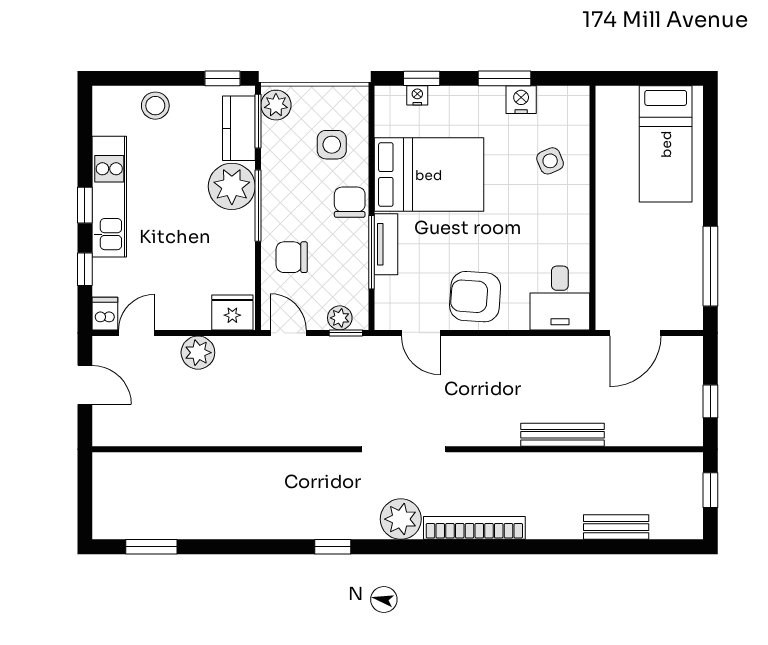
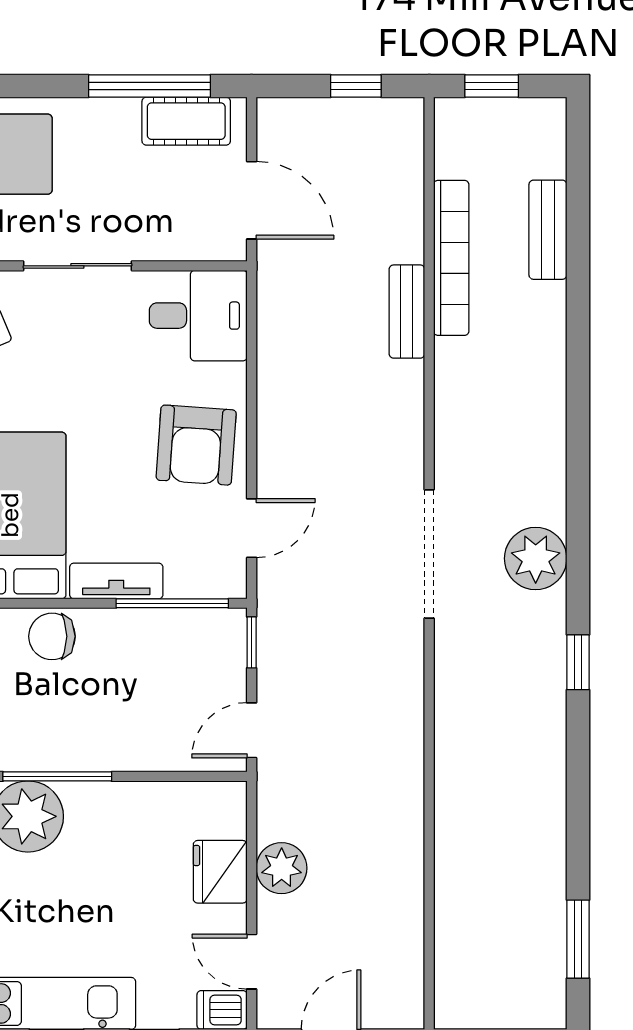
sliding door: (593, 219) -> (77, 266), added
window: (371, 252) -> (172, 603), moved
chair: (292, 257) -> (136, 725), removed
cot: (687, 290) -> (186, 121), added
fridge: (232, 312) -> (220, 872), moved
plant: (340, 318) -> (229, 652), removed
bench: (563, 435) -> (407, 312), width x0.73
bookcase: (474, 528) -> (451, 258), moved, turned 180

